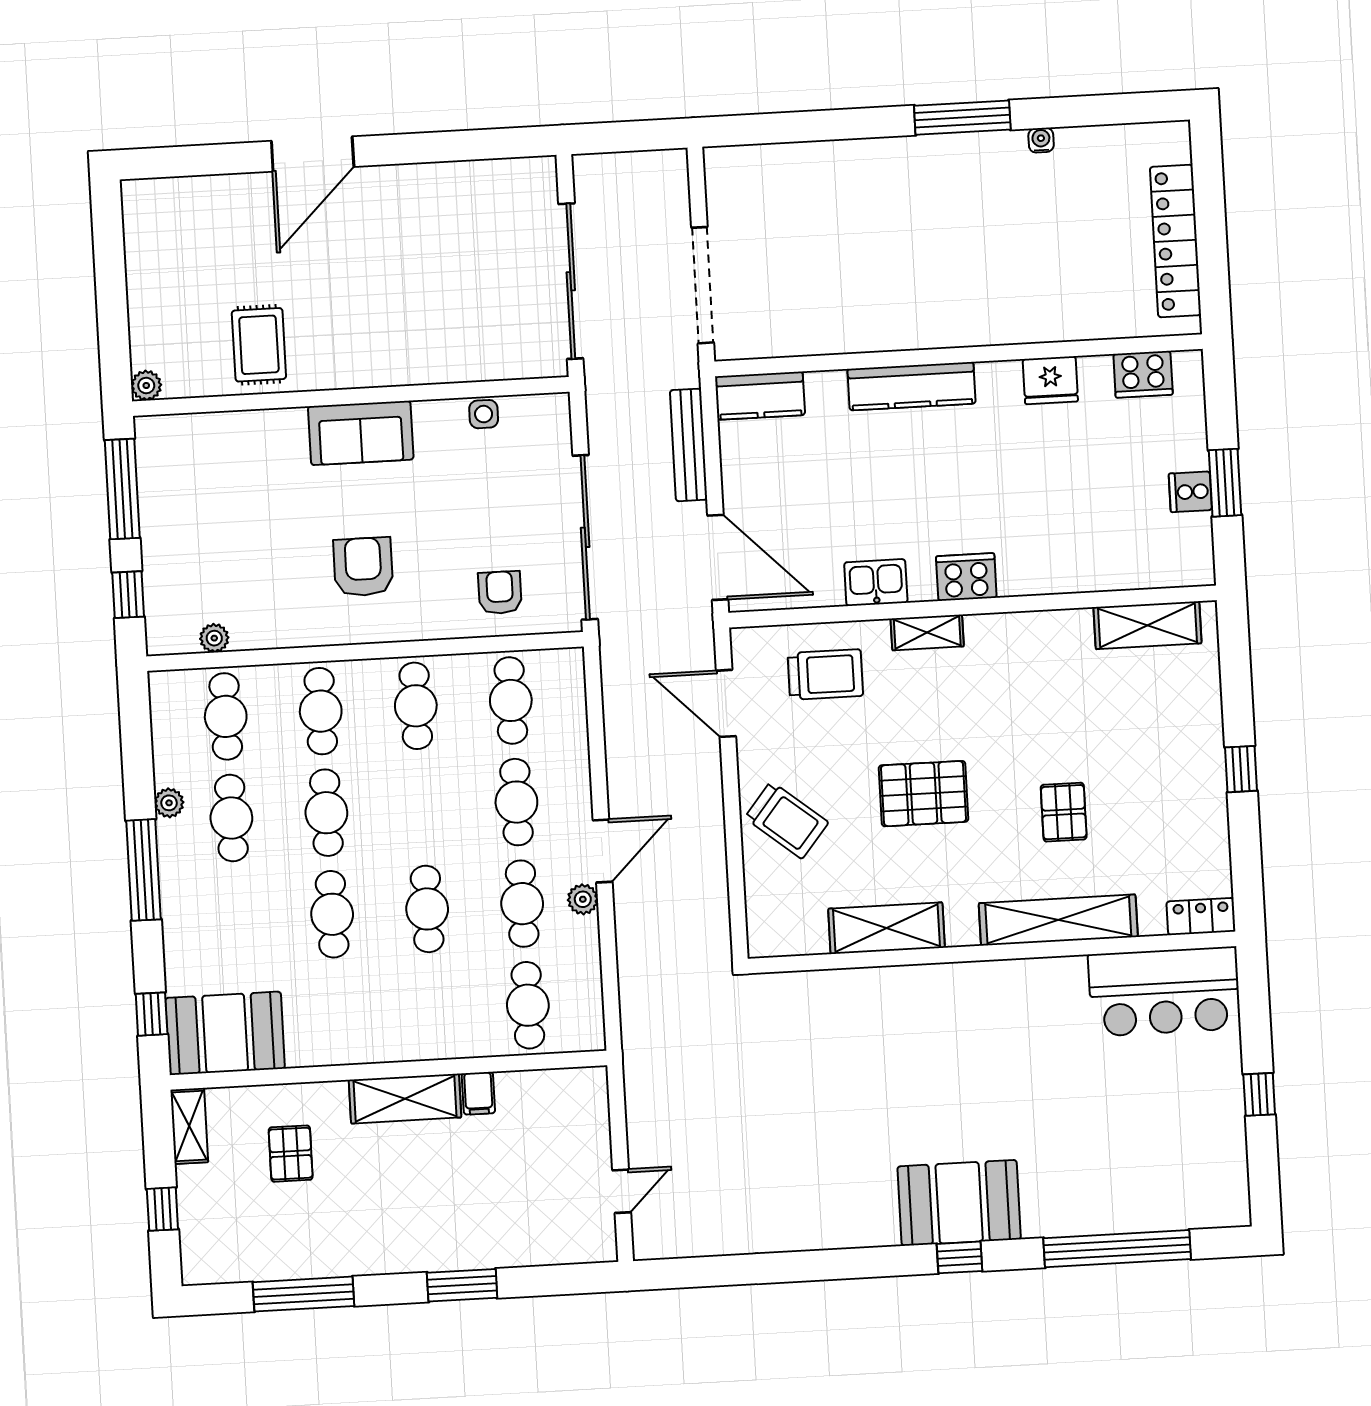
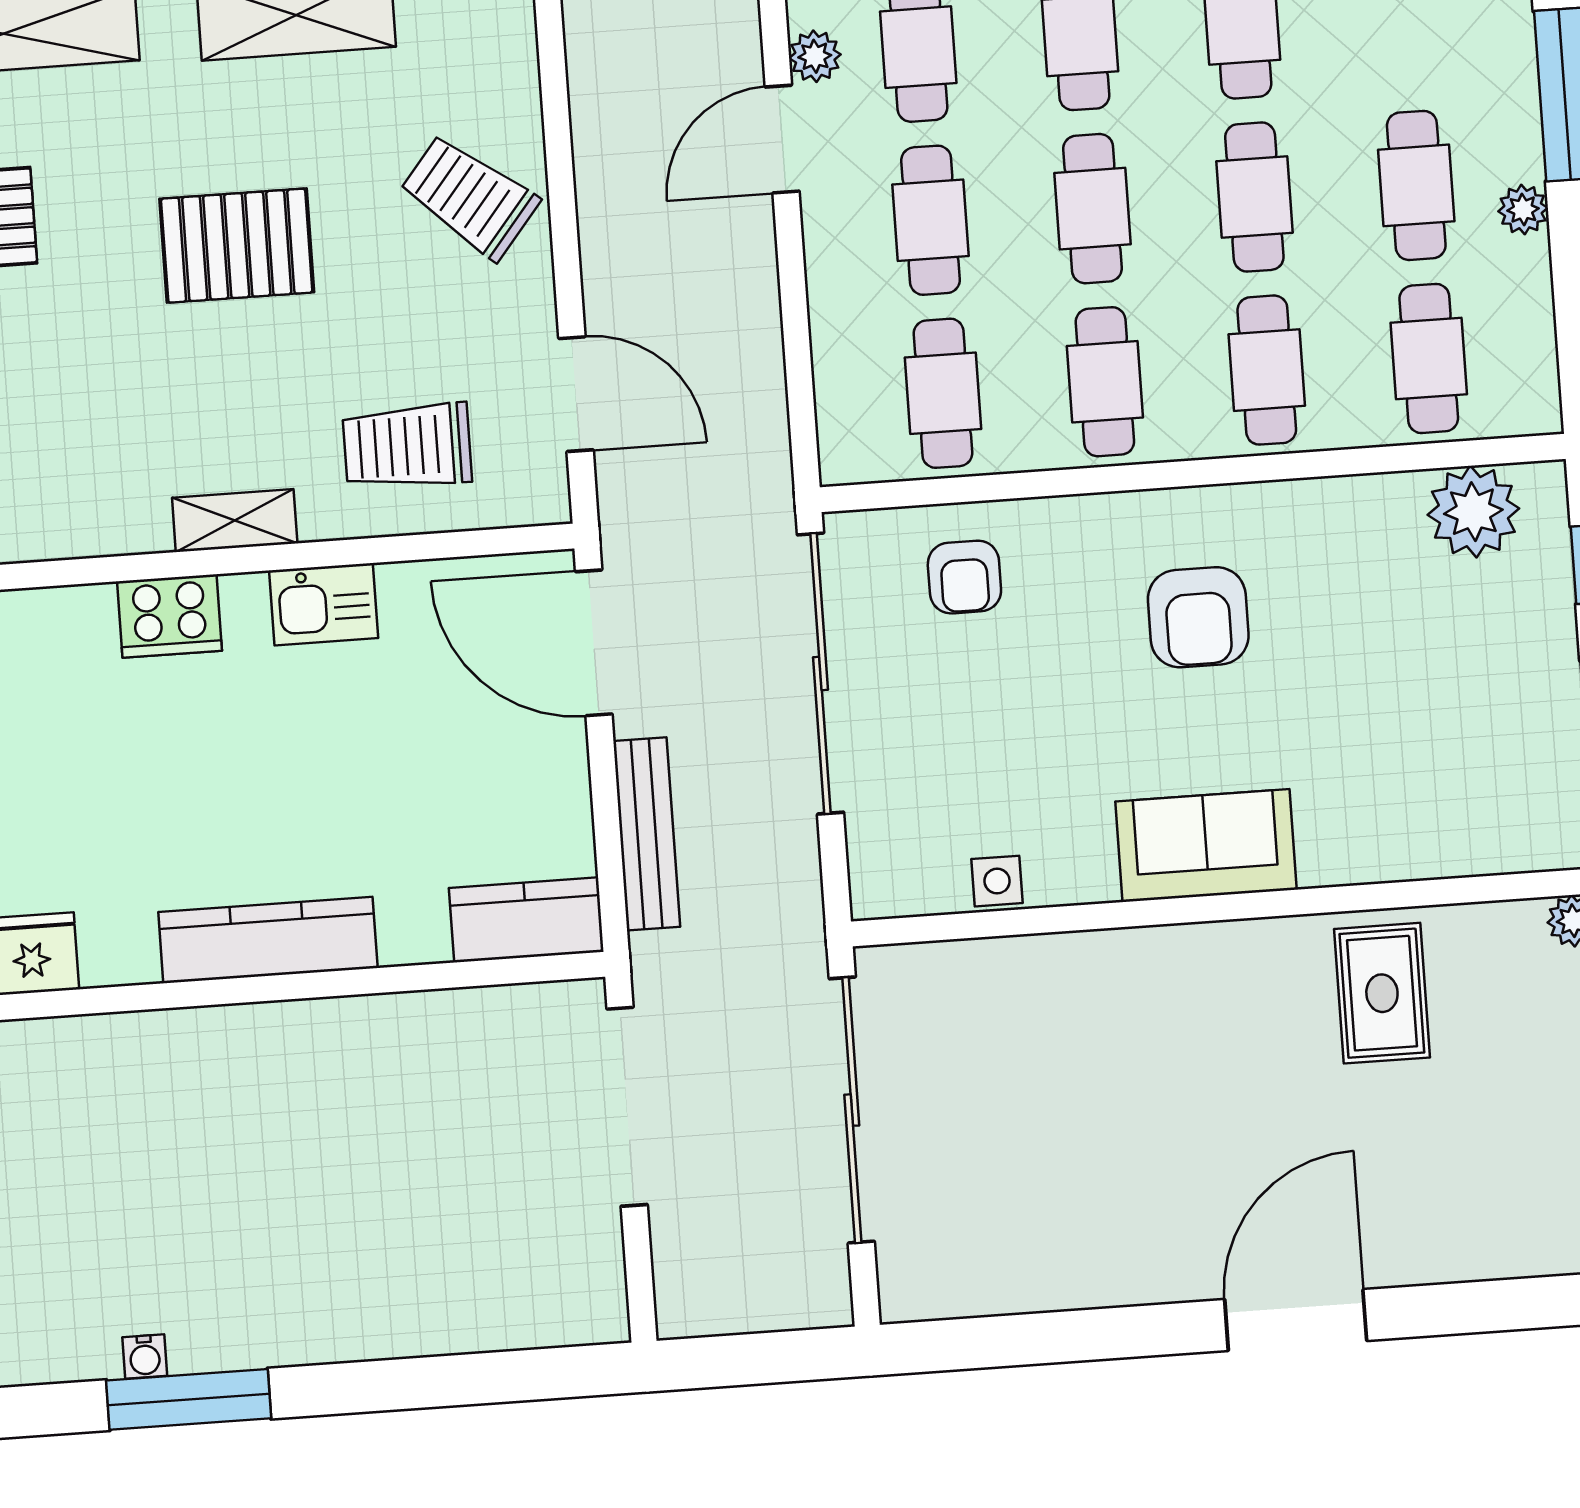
water cooler: (1041, 140) -> (145, 1357), moved
plant: (214, 638) -> (1473, 512), width x1.88, depth x1.88
cafe table: (421, 807) -> (1092, 209), added

